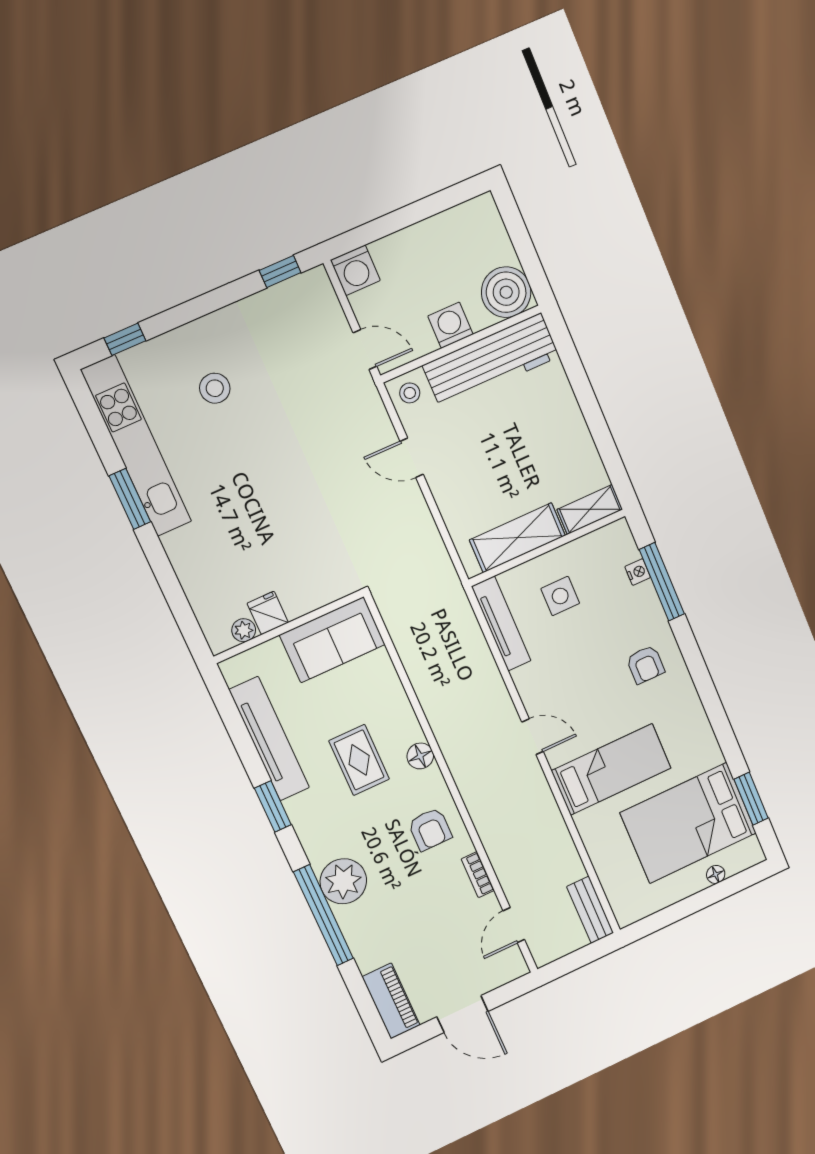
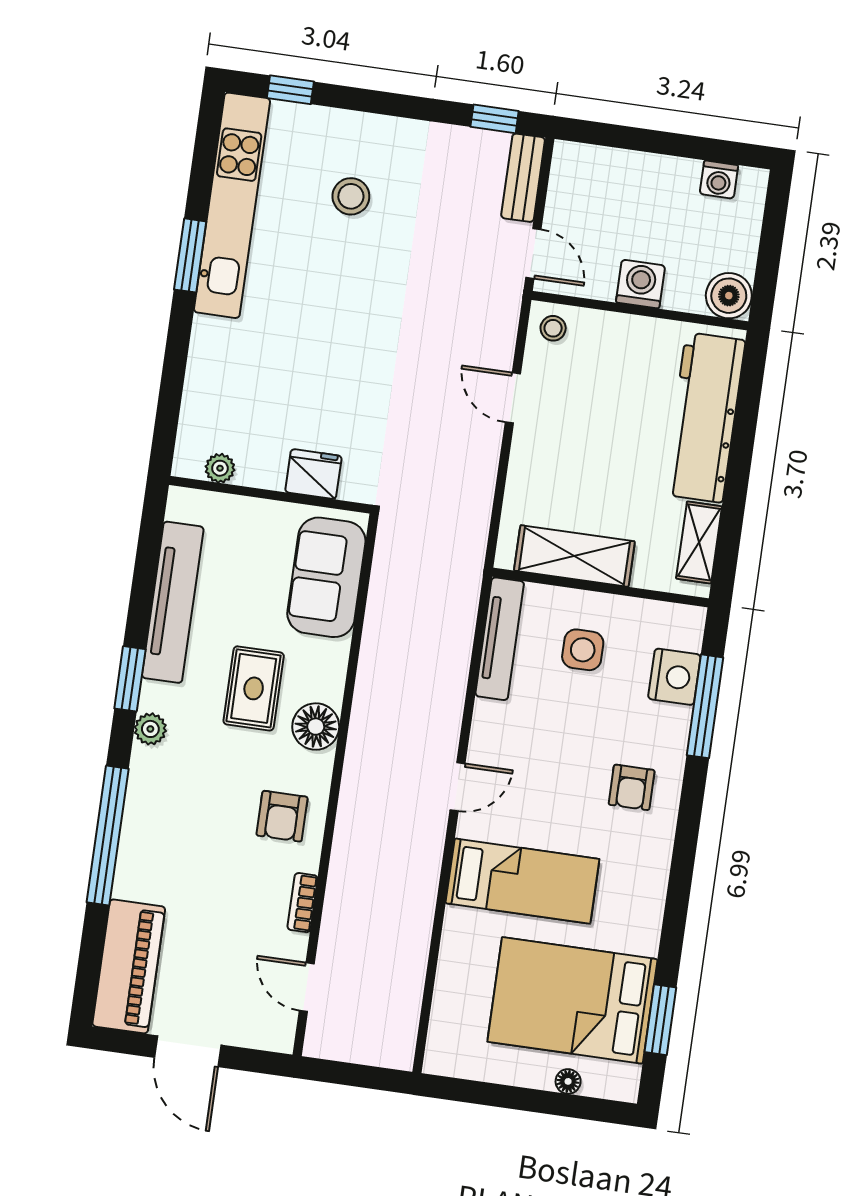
washing machine: (355, 270) -> (719, 180), moved, width x0.73, depth x0.73
boiler: (506, 292) -> (729, 296), width x0.73, depth x0.73
workbench: (491, 361) -> (704, 417), moved, turned 90
shelving: (590, 509) -> (699, 542), moved, turned 90
nightstand: (638, 572) -> (674, 677), width x1.89, depth x1.79
fridge: (268, 613) -> (313, 474), moved, width x1.38
sofa: (332, 640) -> (326, 577), moved, turned 90
door: (533, 737) -> (458, 787), hinge flipped
floor lamp: (420, 756) -> (316, 727), width x1.38, depth x1.38
plant: (343, 881) -> (150, 729), moved, width x0.53, depth x0.53
bench: (590, 910) -> (523, 178), moved
door: (514, 925) -> (307, 987), hinge flipped
piano: (391, 1001) -> (129, 966), width x1.37, depth x1.33

